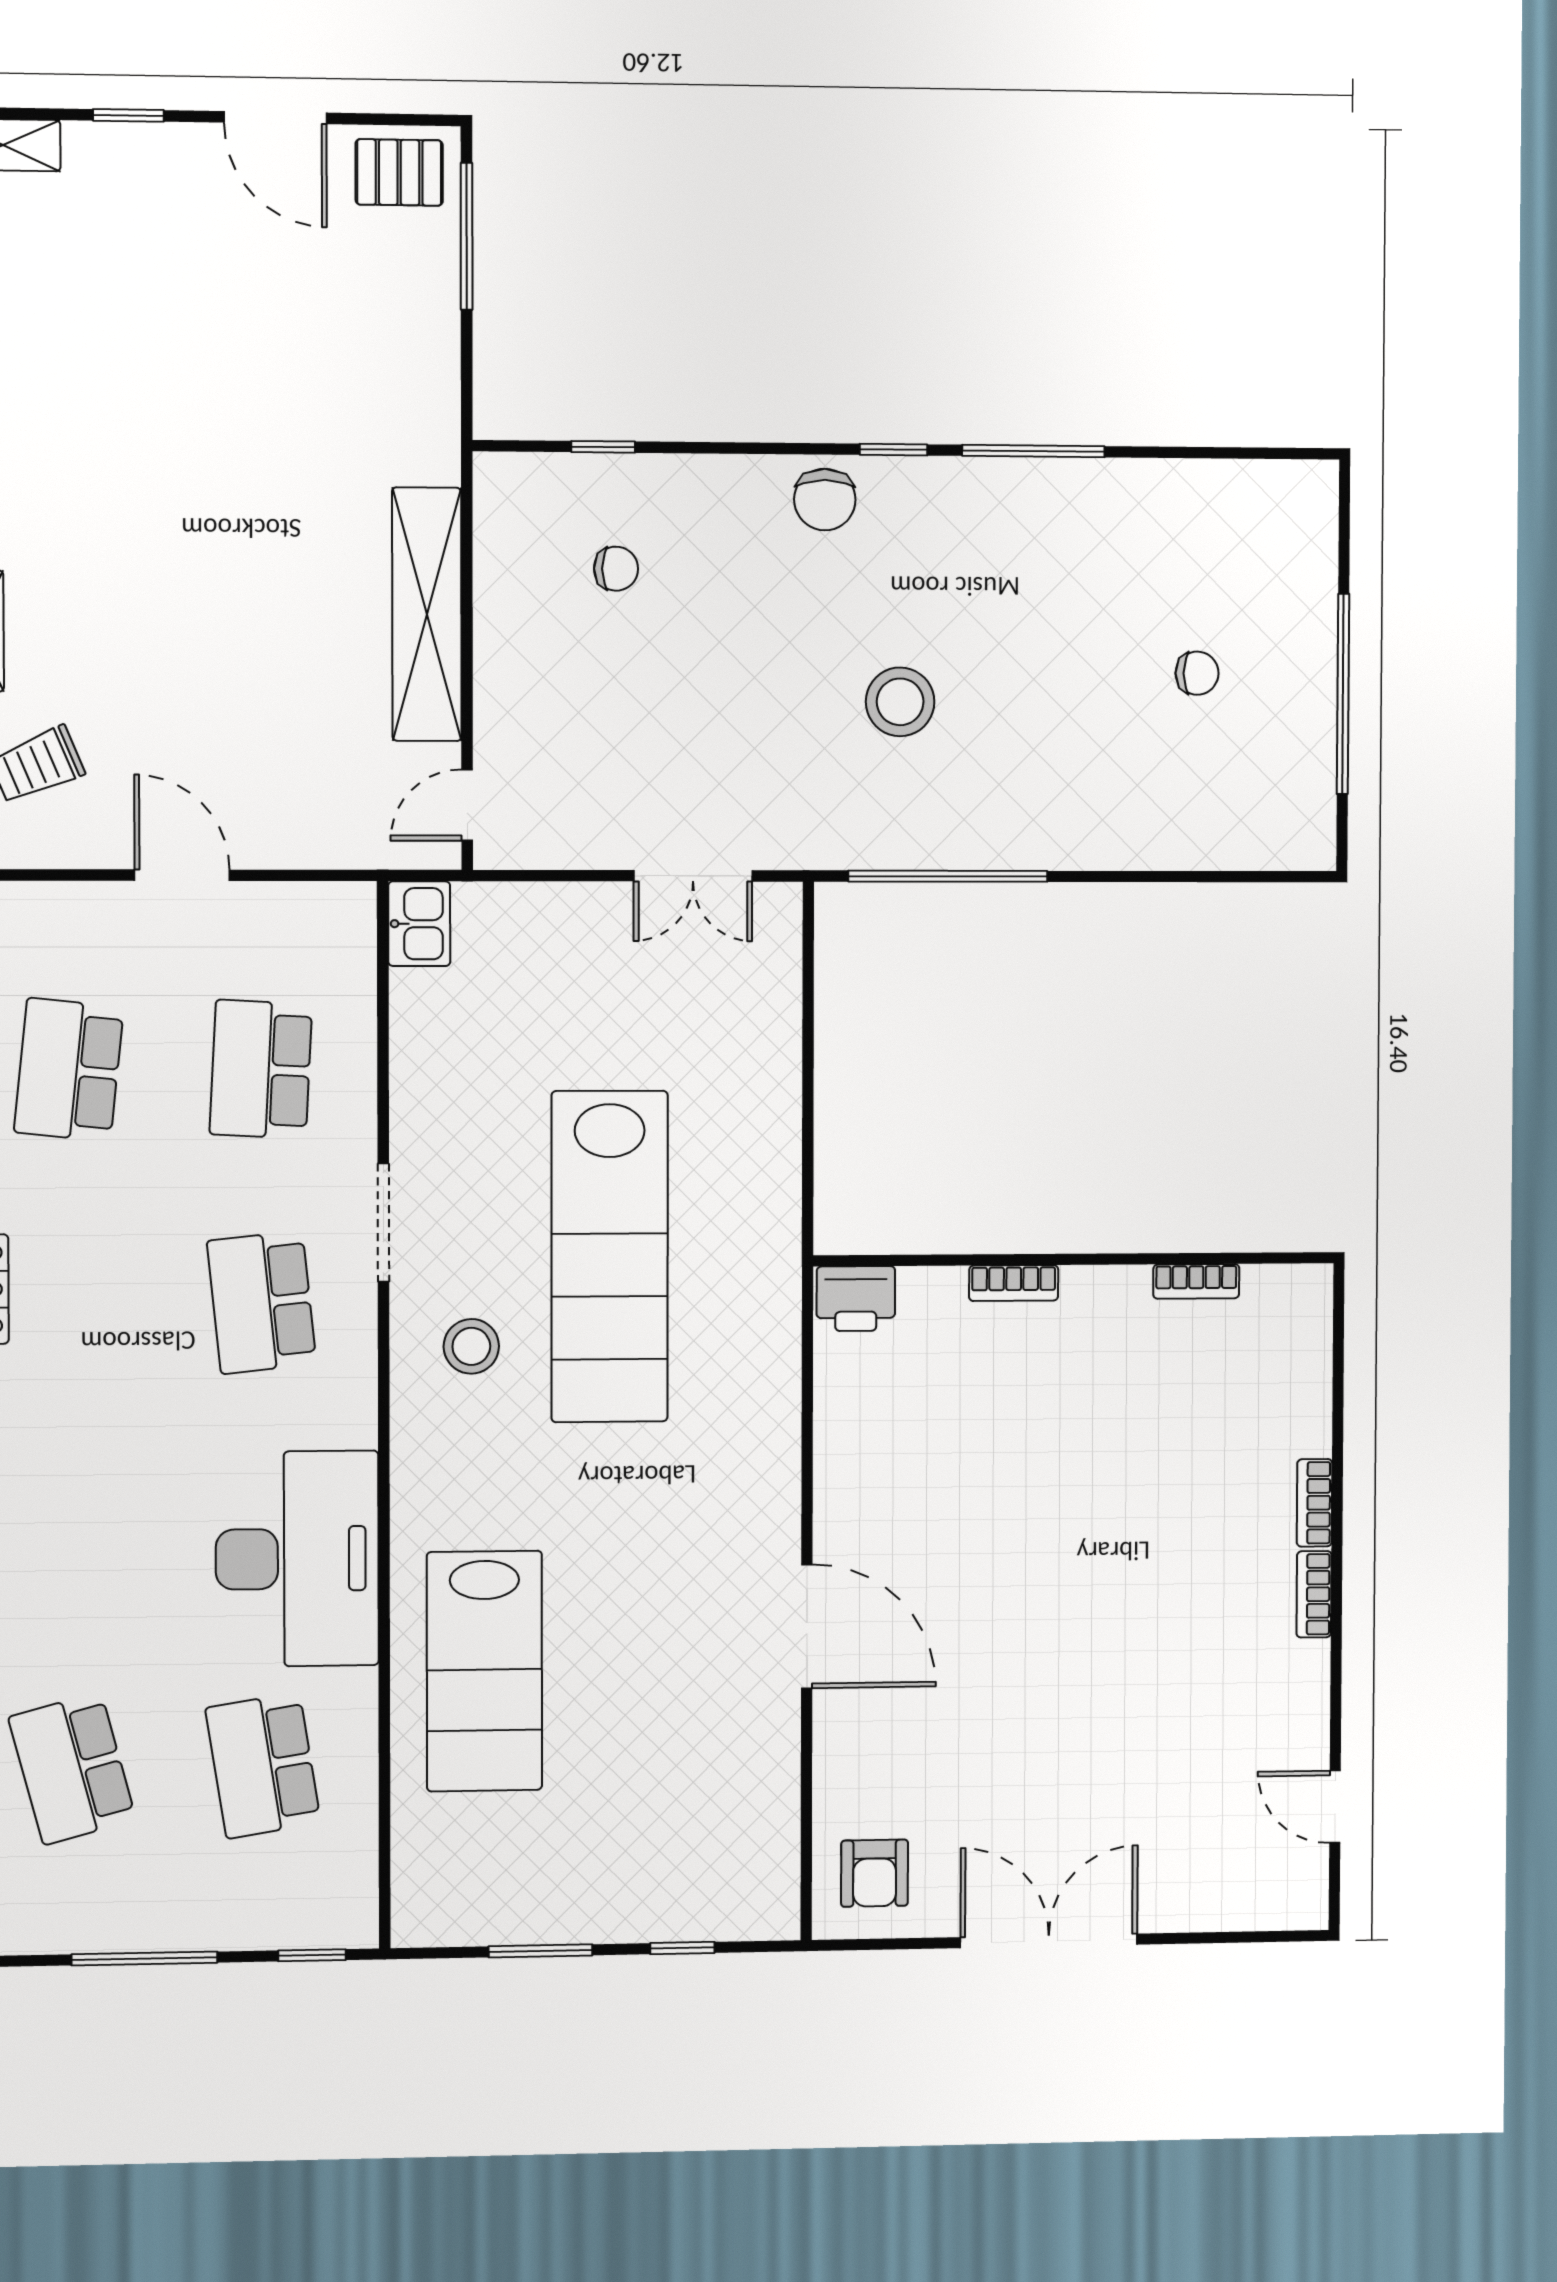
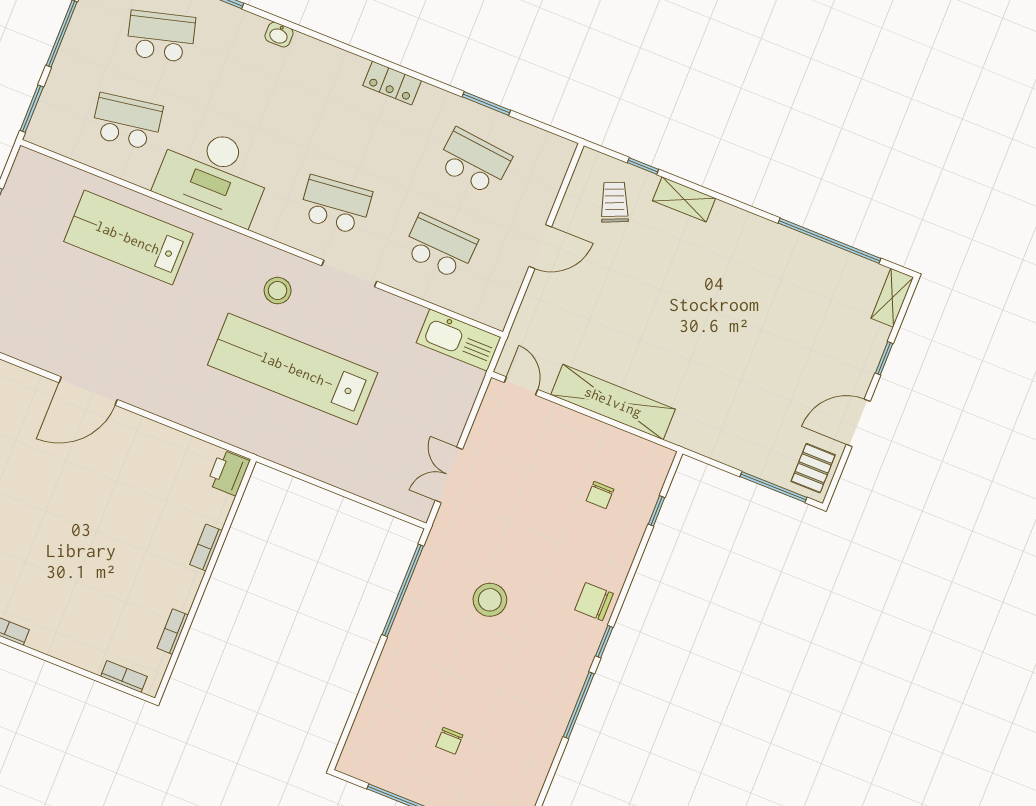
kitchen sink: (419, 924) -> (459, 340), width x1.88, depth x1.24
bookcase: (1314, 1503) -> (124, 676), moved
window: (312, 1955) -> (32, 109), width x1.50

